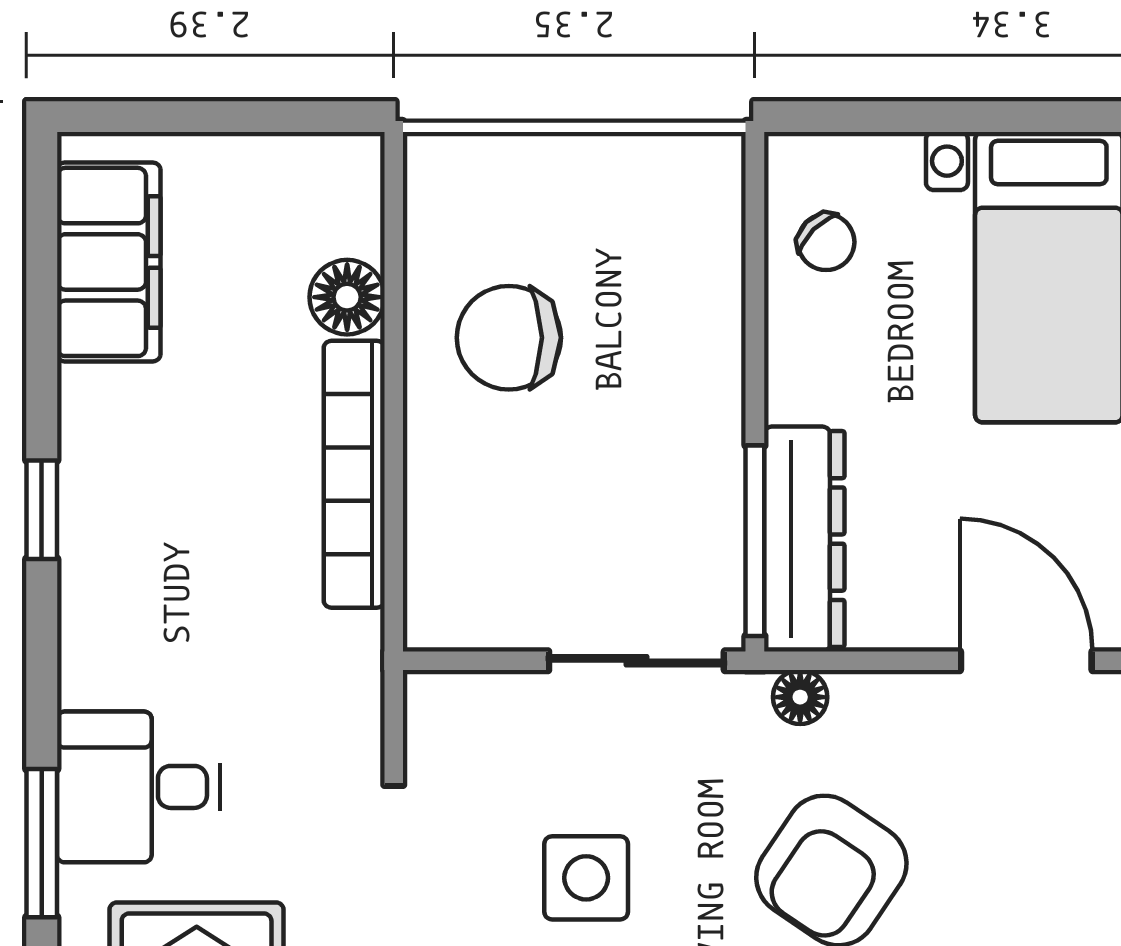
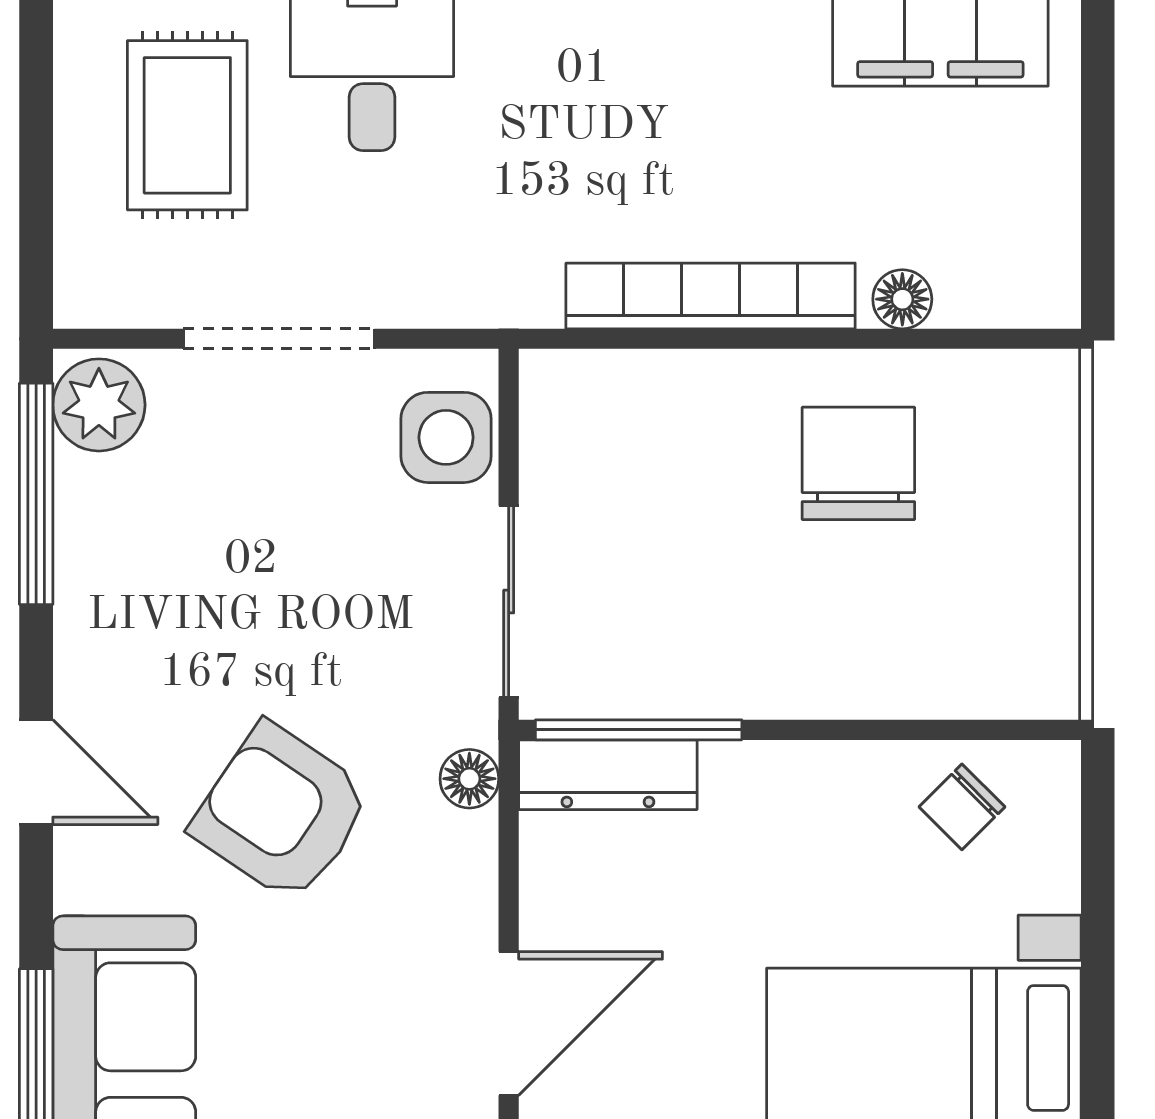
floor lamp: (347, 297) -> (902, 299), width x0.73, depth x0.73
dresser: (804, 539) -> (608, 775), width x0.73, depth x0.80
side table: (586, 878) -> (446, 437), moved

